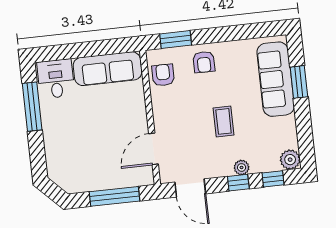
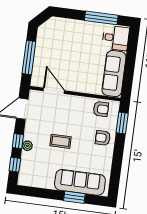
plant: (290, 160) -> (25, 179), removed

